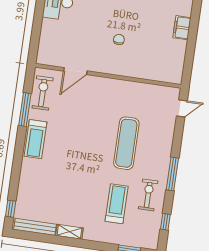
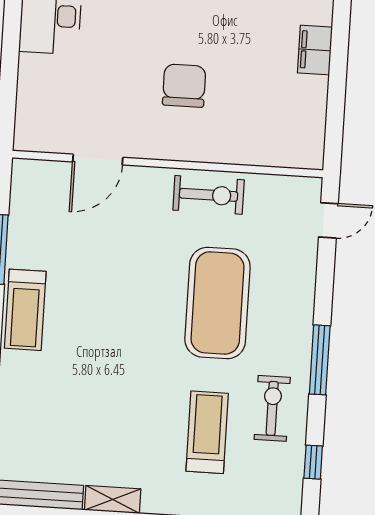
chair: (119, 39) -> (184, 86), width x1.87, depth x1.87
exercise bike: (43, 93) -> (209, 195), moved, turned 90
exercise mat: (126, 143) -> (217, 303), width x1.47

